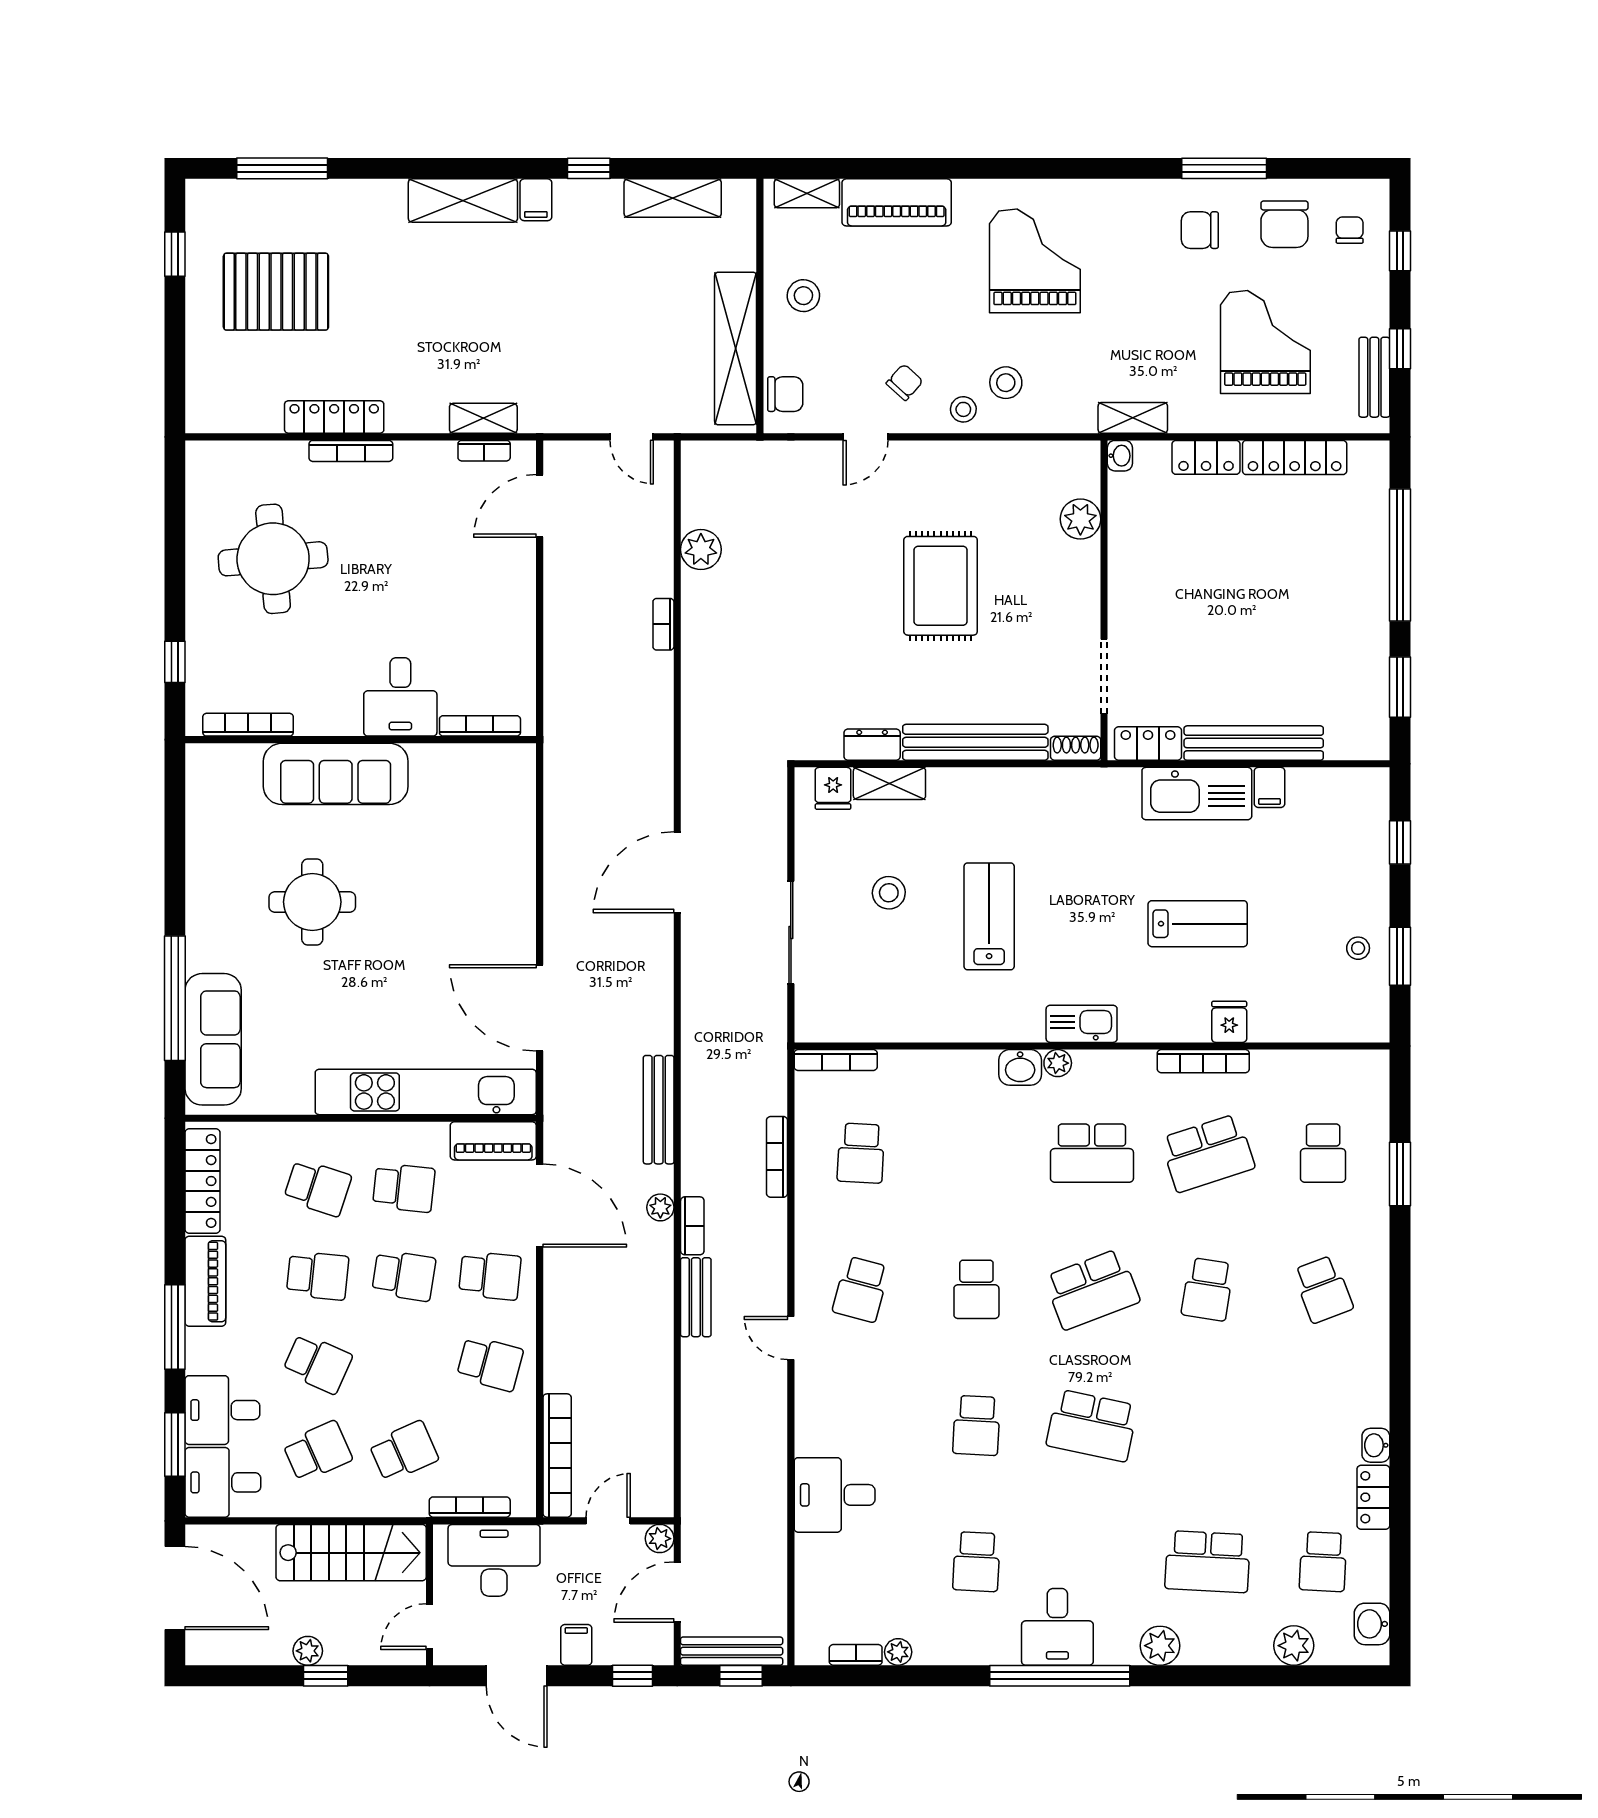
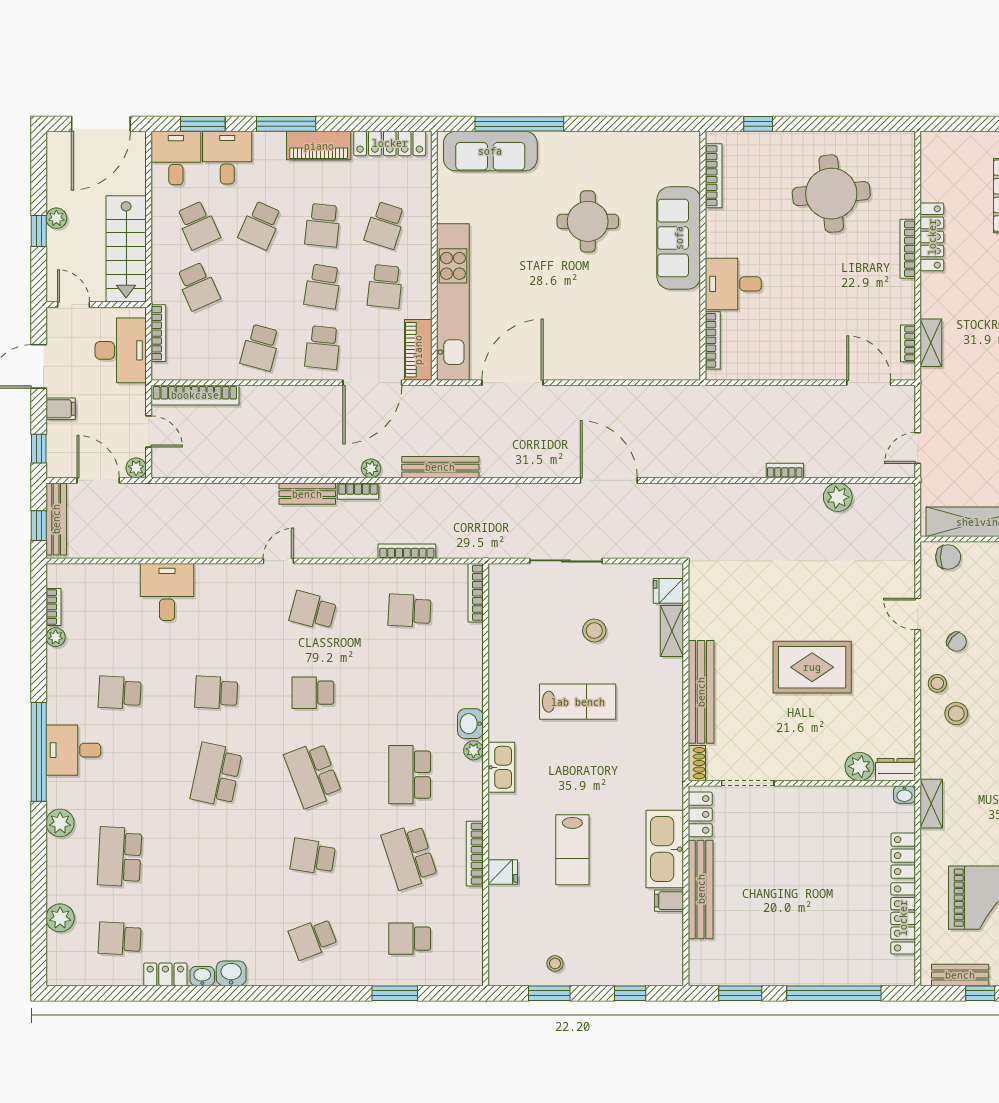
chair: (785, 394) -> (948, 557), turned -90
dresser: (872, 745) -> (896, 770), moved, turned -90
washbasin: (1372, 1624) -> (231, 973), moved

